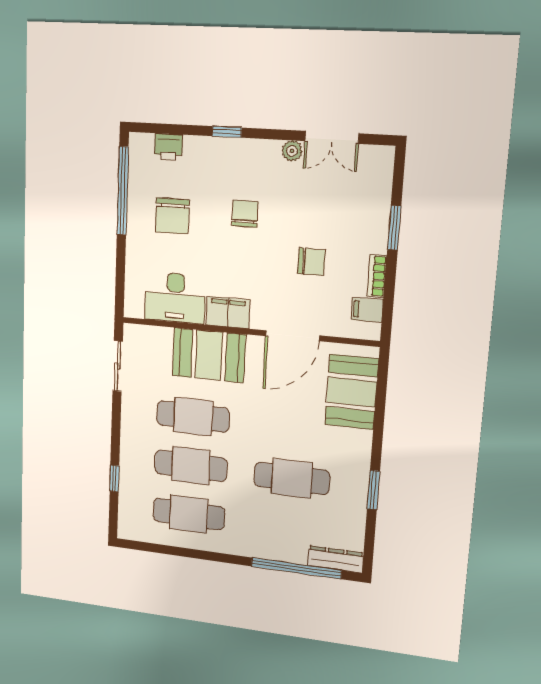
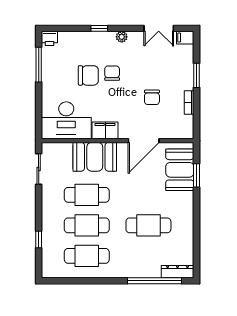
printer: (168, 147) -> (49, 38), moved
plant: (292, 151) -> (122, 37), moved
window: (123, 191) -> (39, 65), width x0.68
chair: (172, 216) -> (88, 75), moved, turned -90
chair: (312, 262) -> (152, 97), turned 90
desk: (175, 298) -> (66, 120), width x1.36, depth x1.30
filing cabinet: (367, 310) -> (185, 38), moved
window: (373, 490) -> (197, 175), moved

